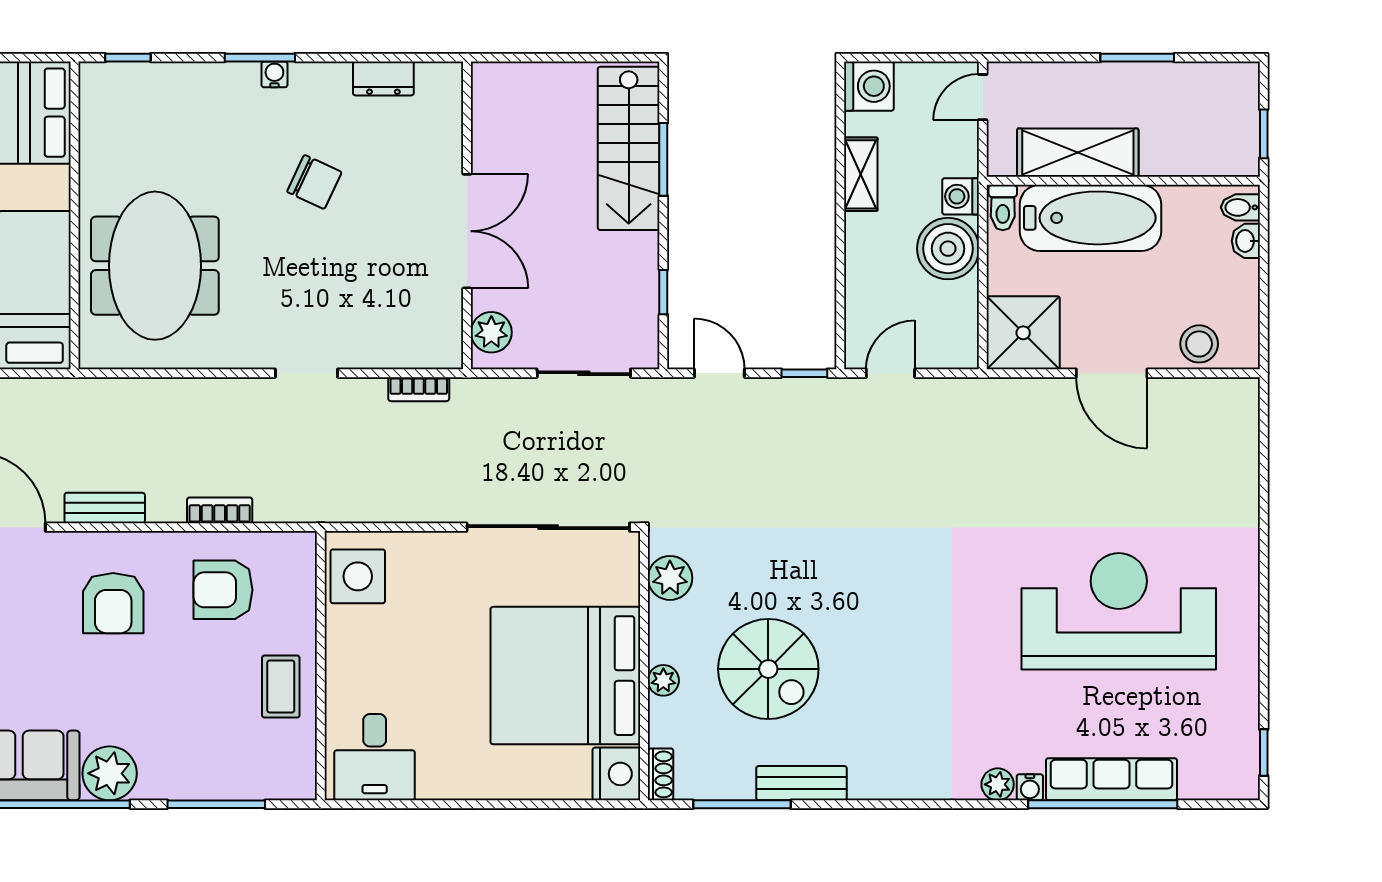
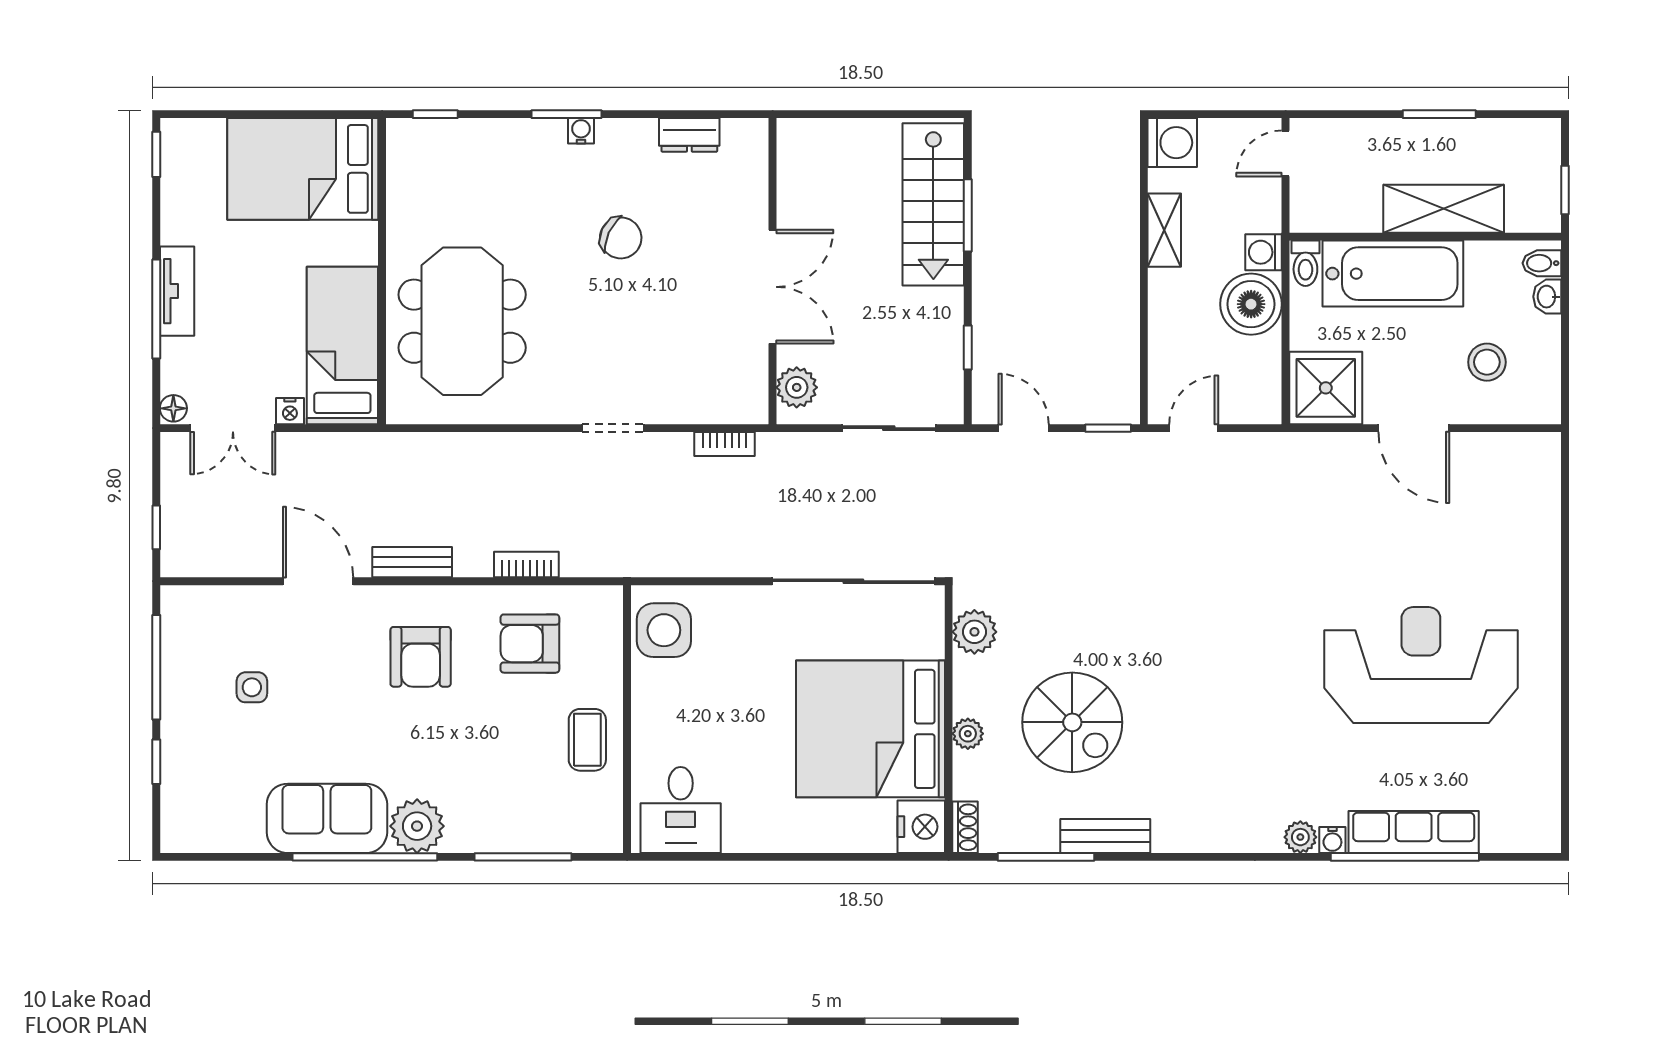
shelving: (1078, 153) -> (1444, 209), moved
stool: (1199, 344) -> (1487, 362), moved
window: (1264, 753) -> (1565, 805), removed

